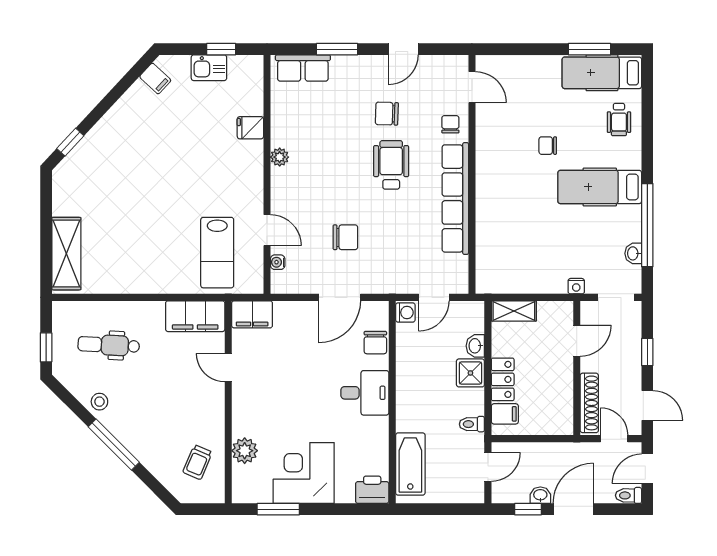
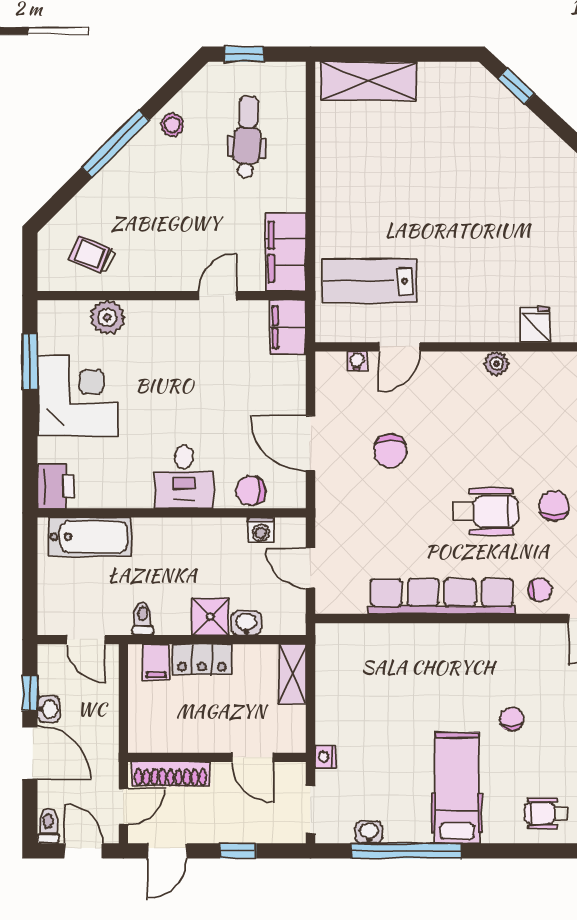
washing machine: (405, 312) -> (261, 530), moved

